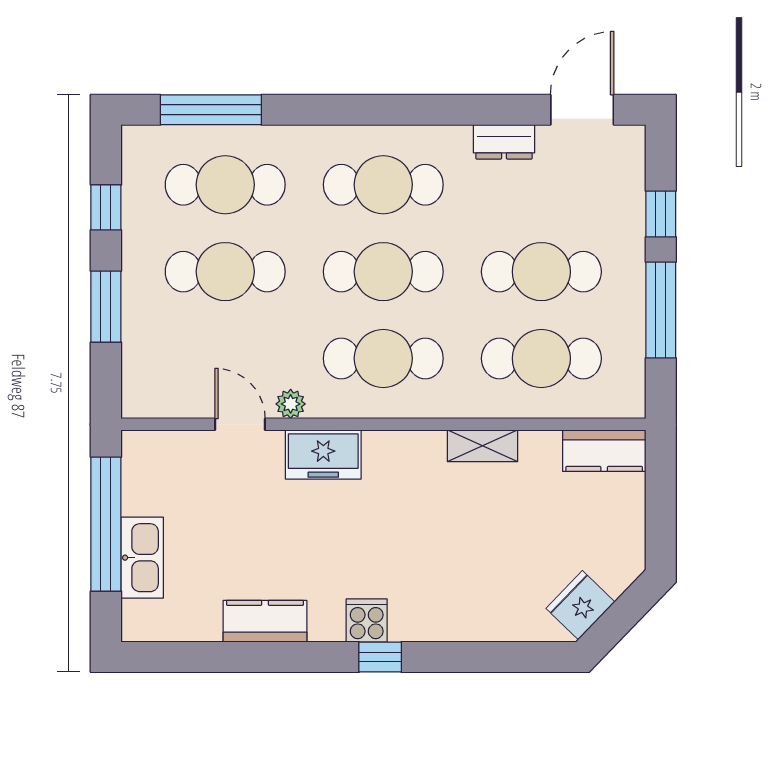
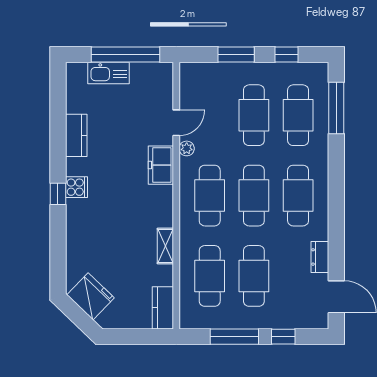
fridge: (580, 605) -> (91, 296), width x1.36, depth x1.34

